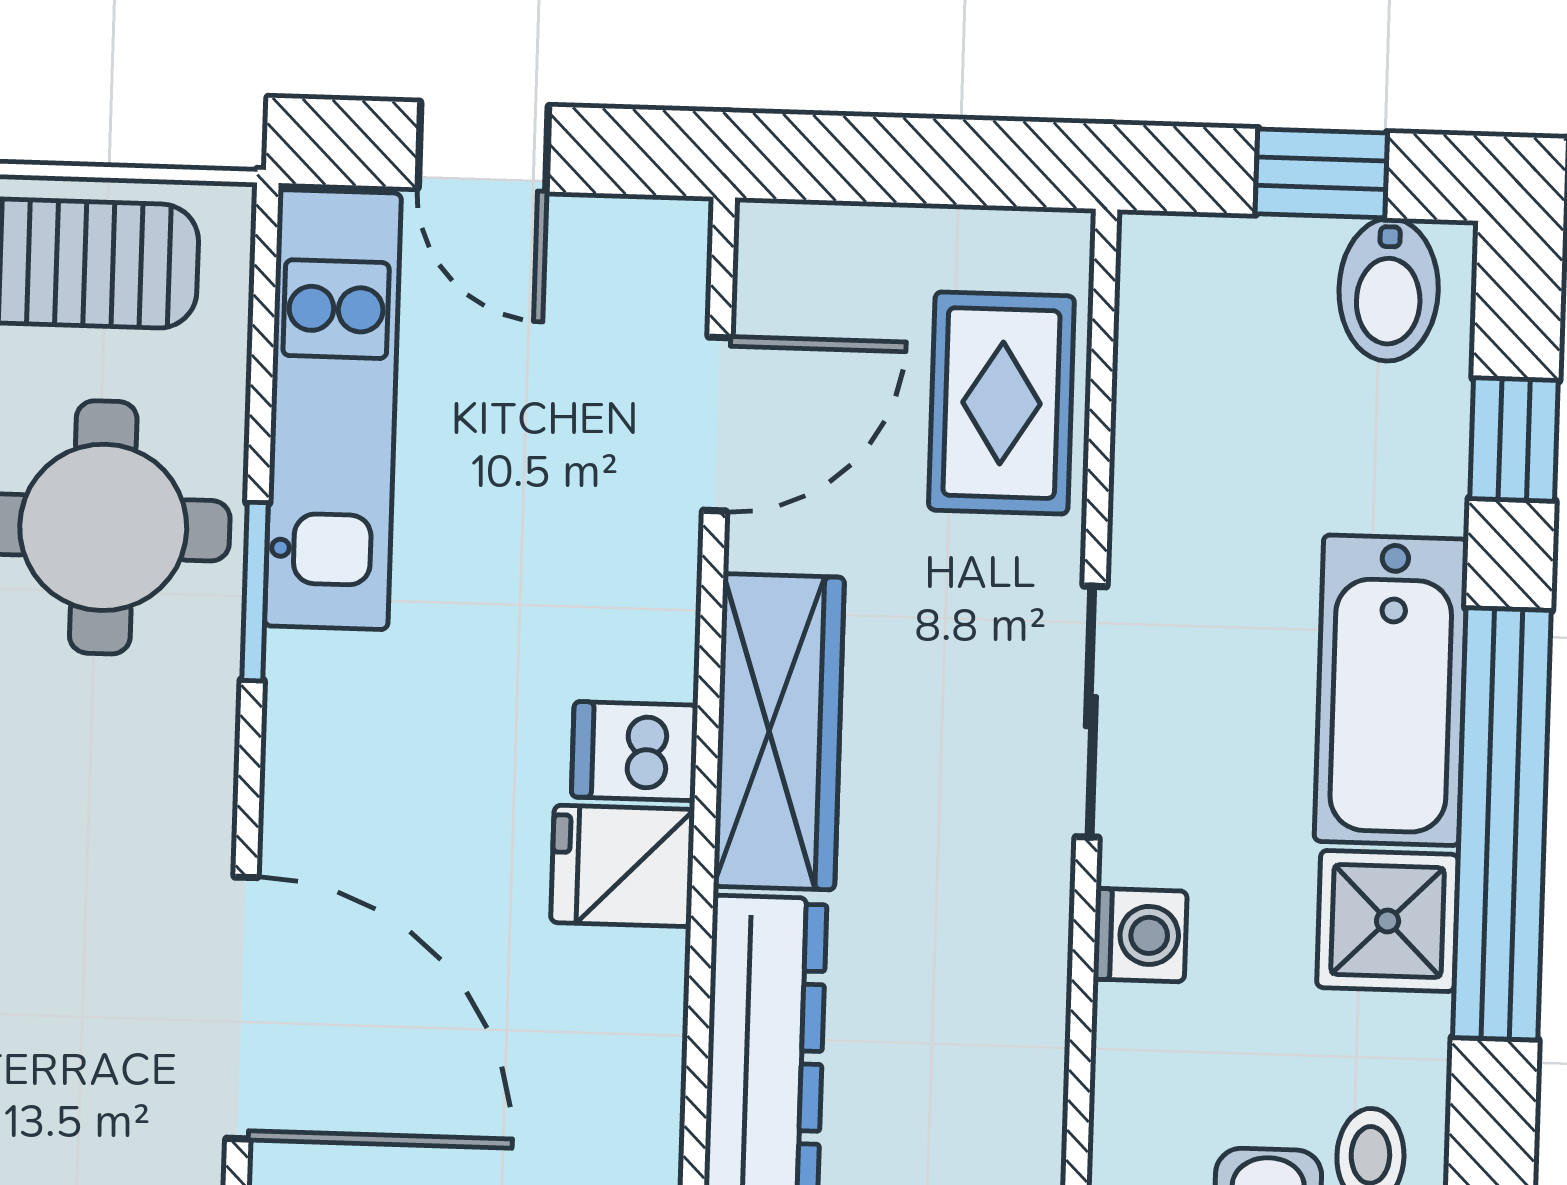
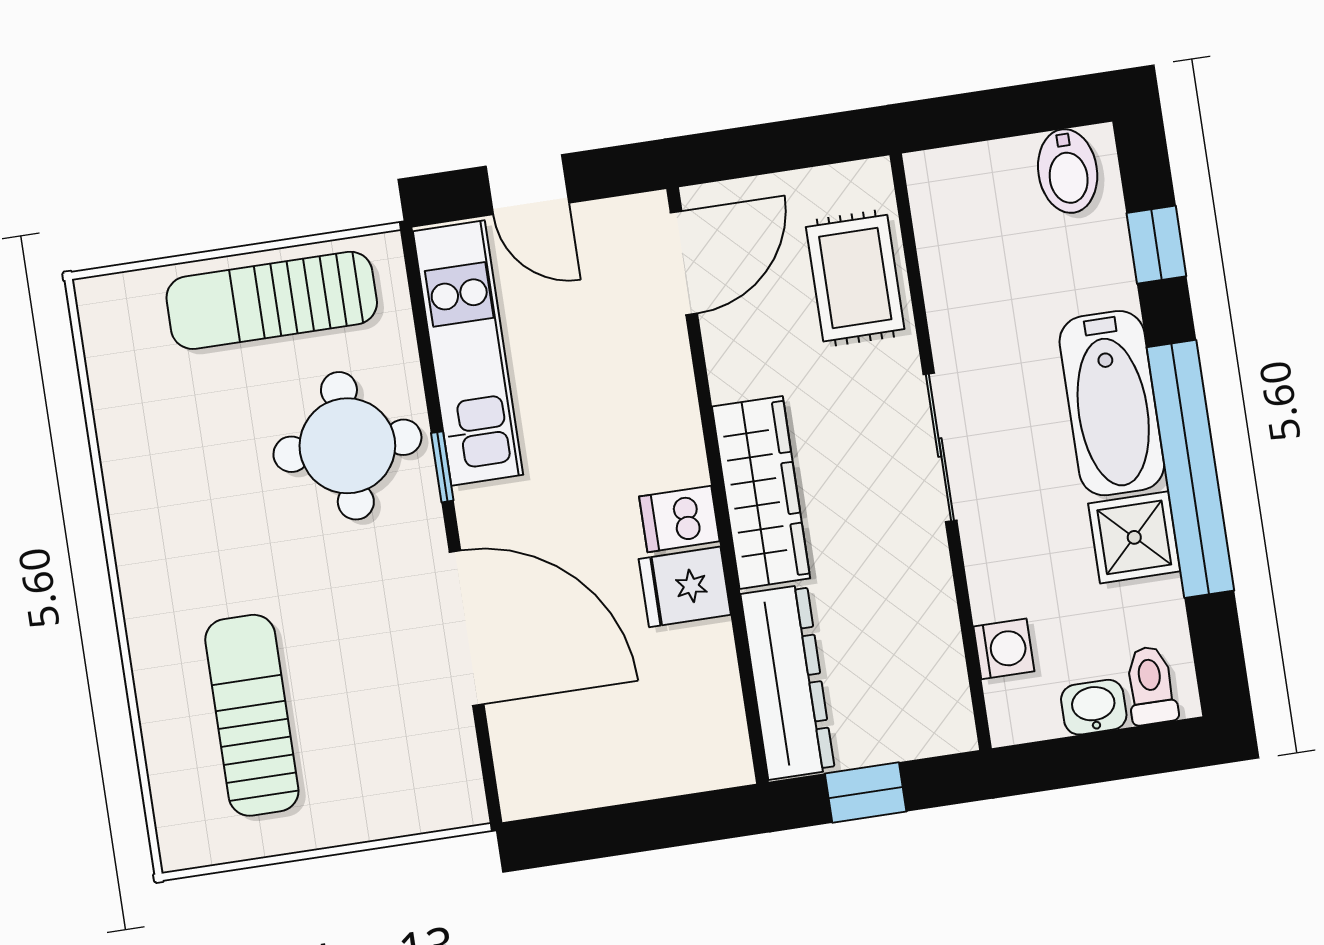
window: (1321, 173) -> (1016, 111), removed
door: (717, 424) -> (684, 263), moved
window: (255, 592) -> (442, 467), width x0.67
washing machine: (1140, 935) -> (1004, 649), moved
door: (242, 1008) -> (467, 628), moved

